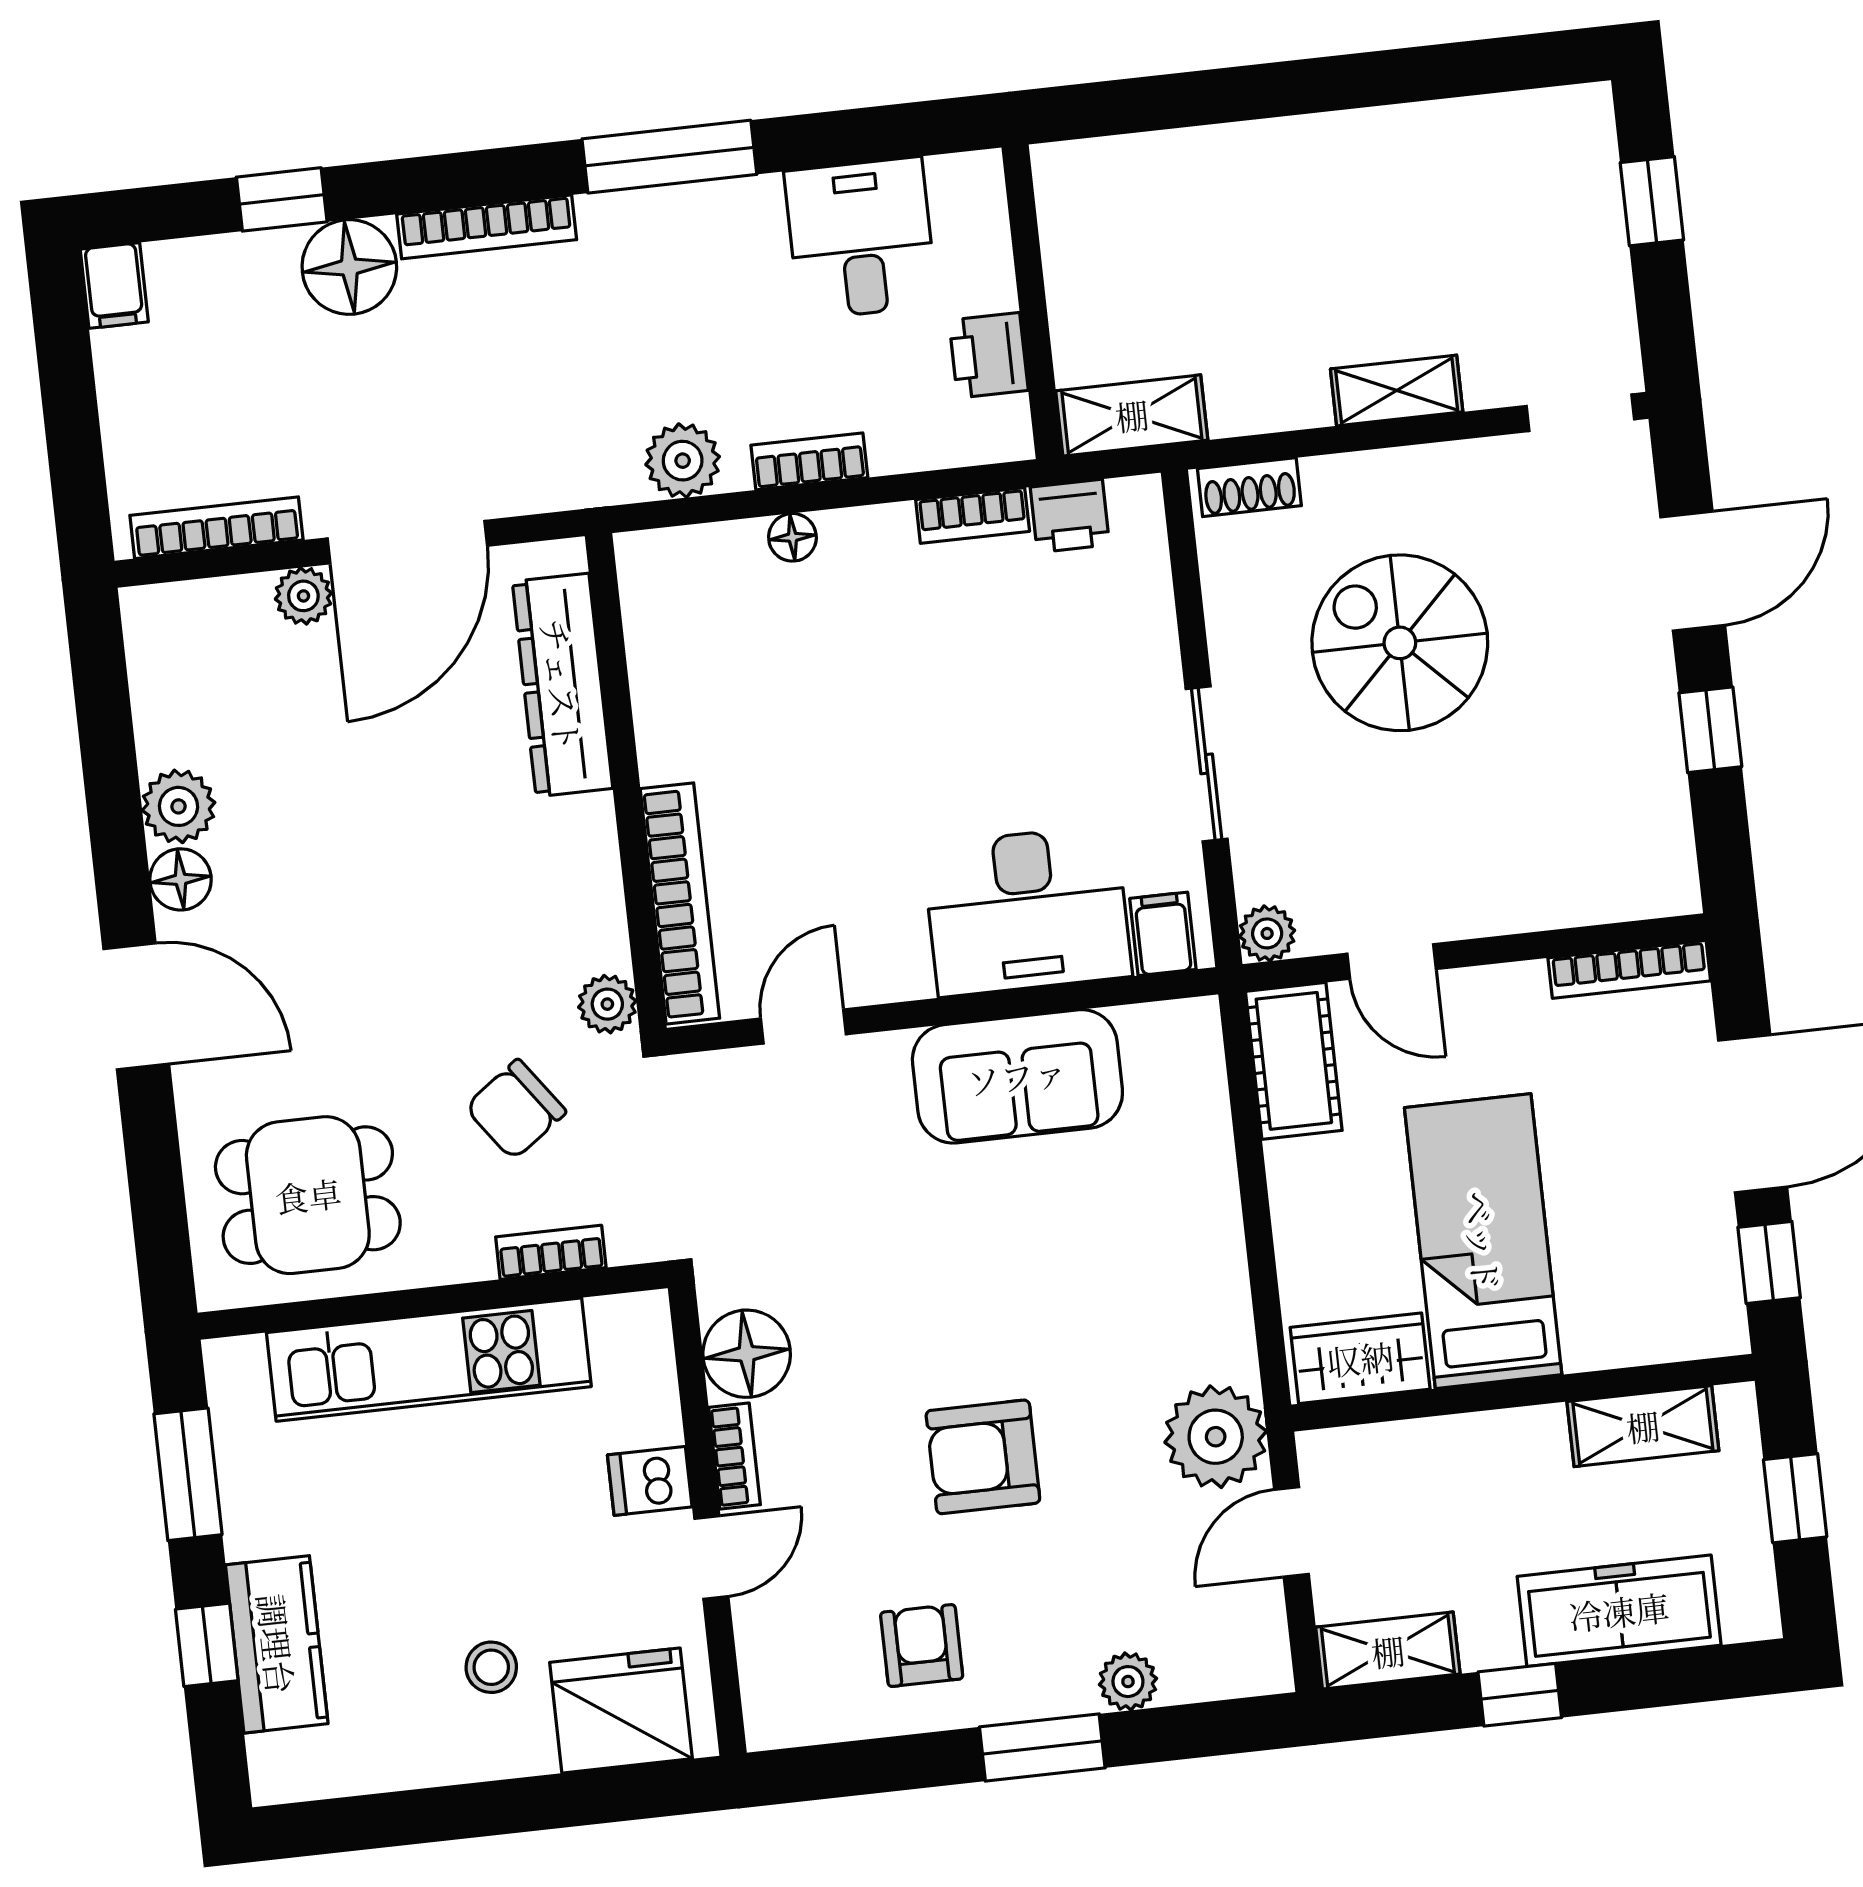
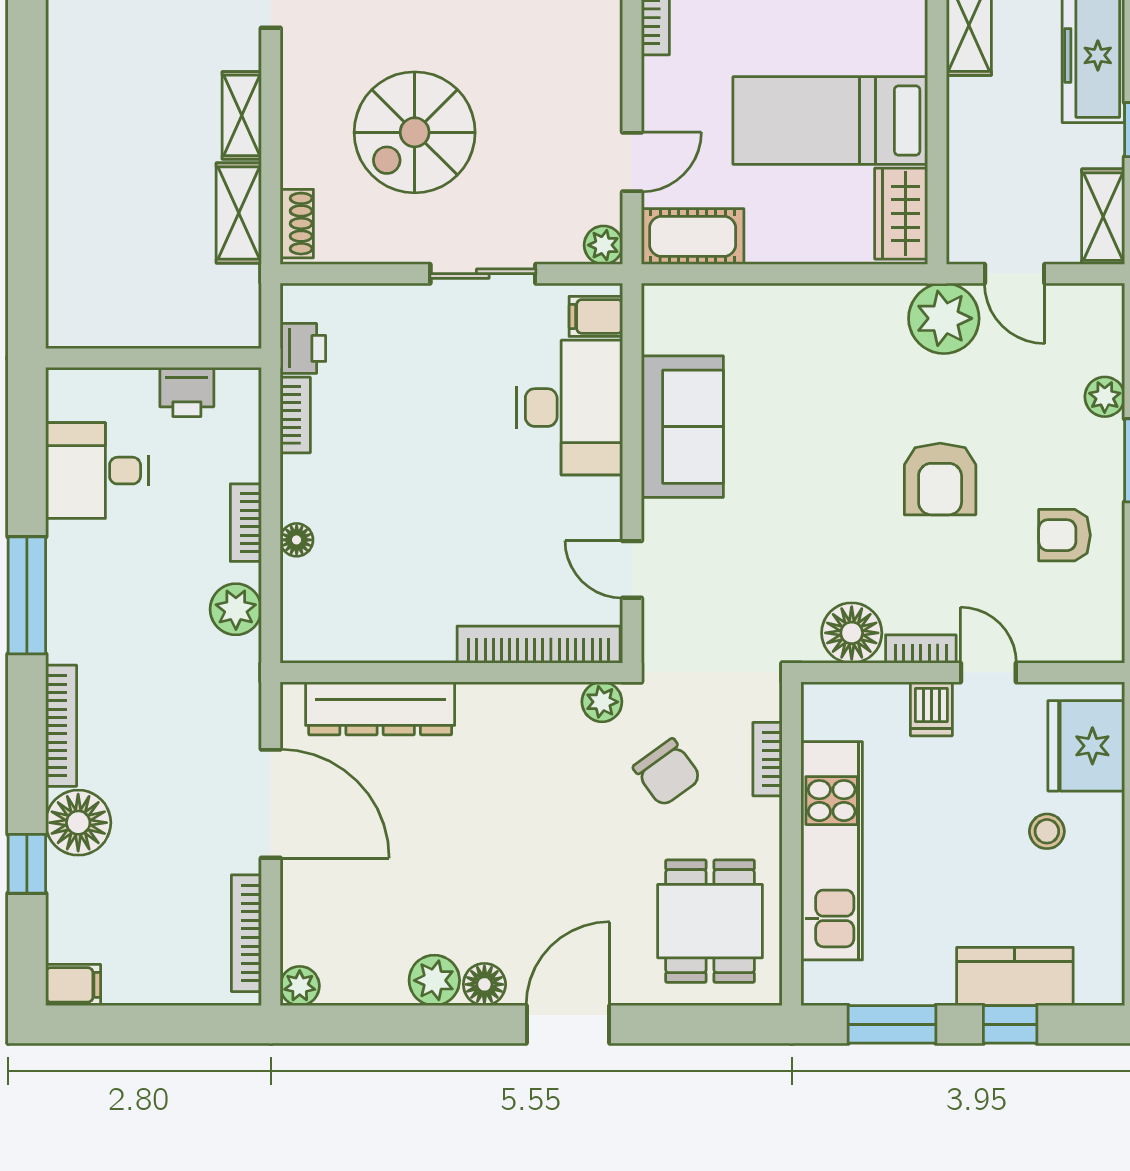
shelving: (1132, 415) -> (239, 213), moved
plant: (303, 596) -> (300, 986), moved

